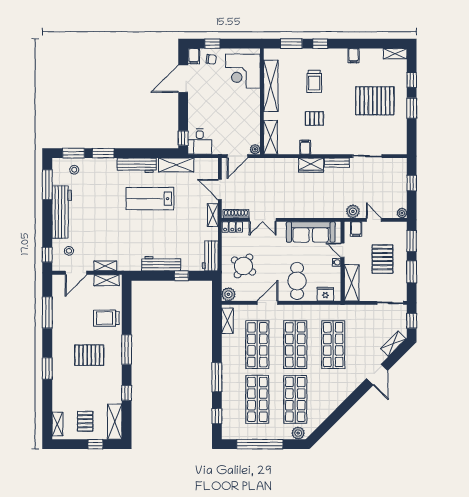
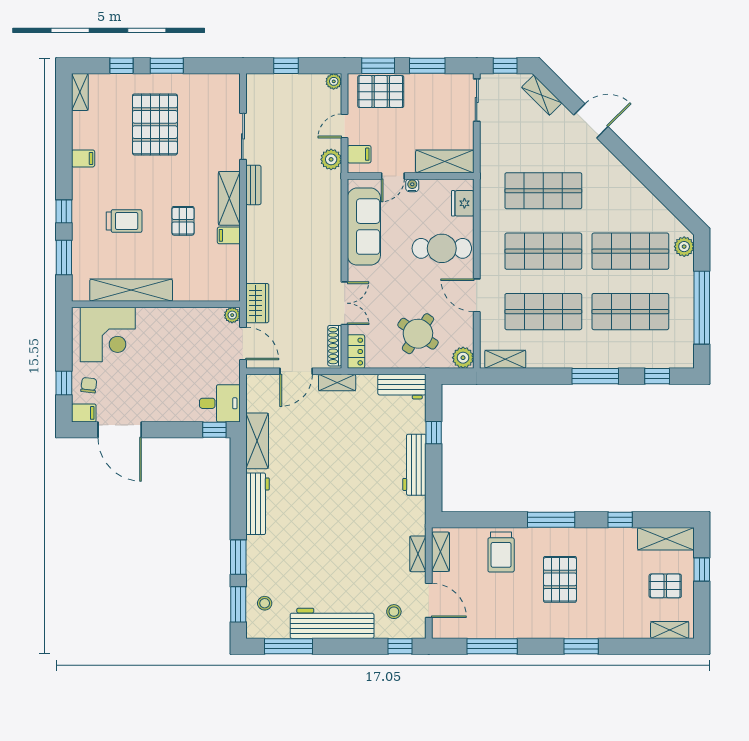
shelving: (271, 137) -> (229, 198), moved, turned 90
wardrobe: (311, 165) -> (257, 303), moved
lab bench: (150, 199) -> (311, 483), removed
pallet: (382, 259) -> (381, 92), moved

